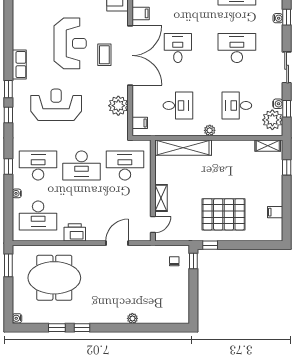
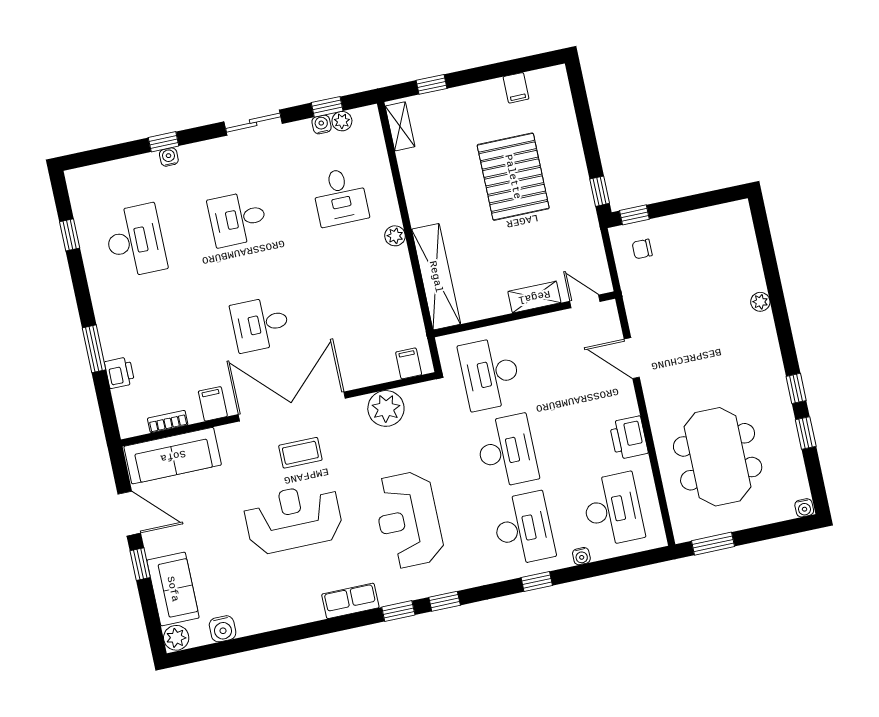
desk: (237, 48) -> (238, 219), width x0.73
desk: (178, 105) -> (363, 302), removed
plant: (272, 120) -> (342, 121), width x0.53, depth x0.53
desk: (38, 165) -> (523, 529), turned 180
pallet: (224, 214) -> (513, 177), moved

